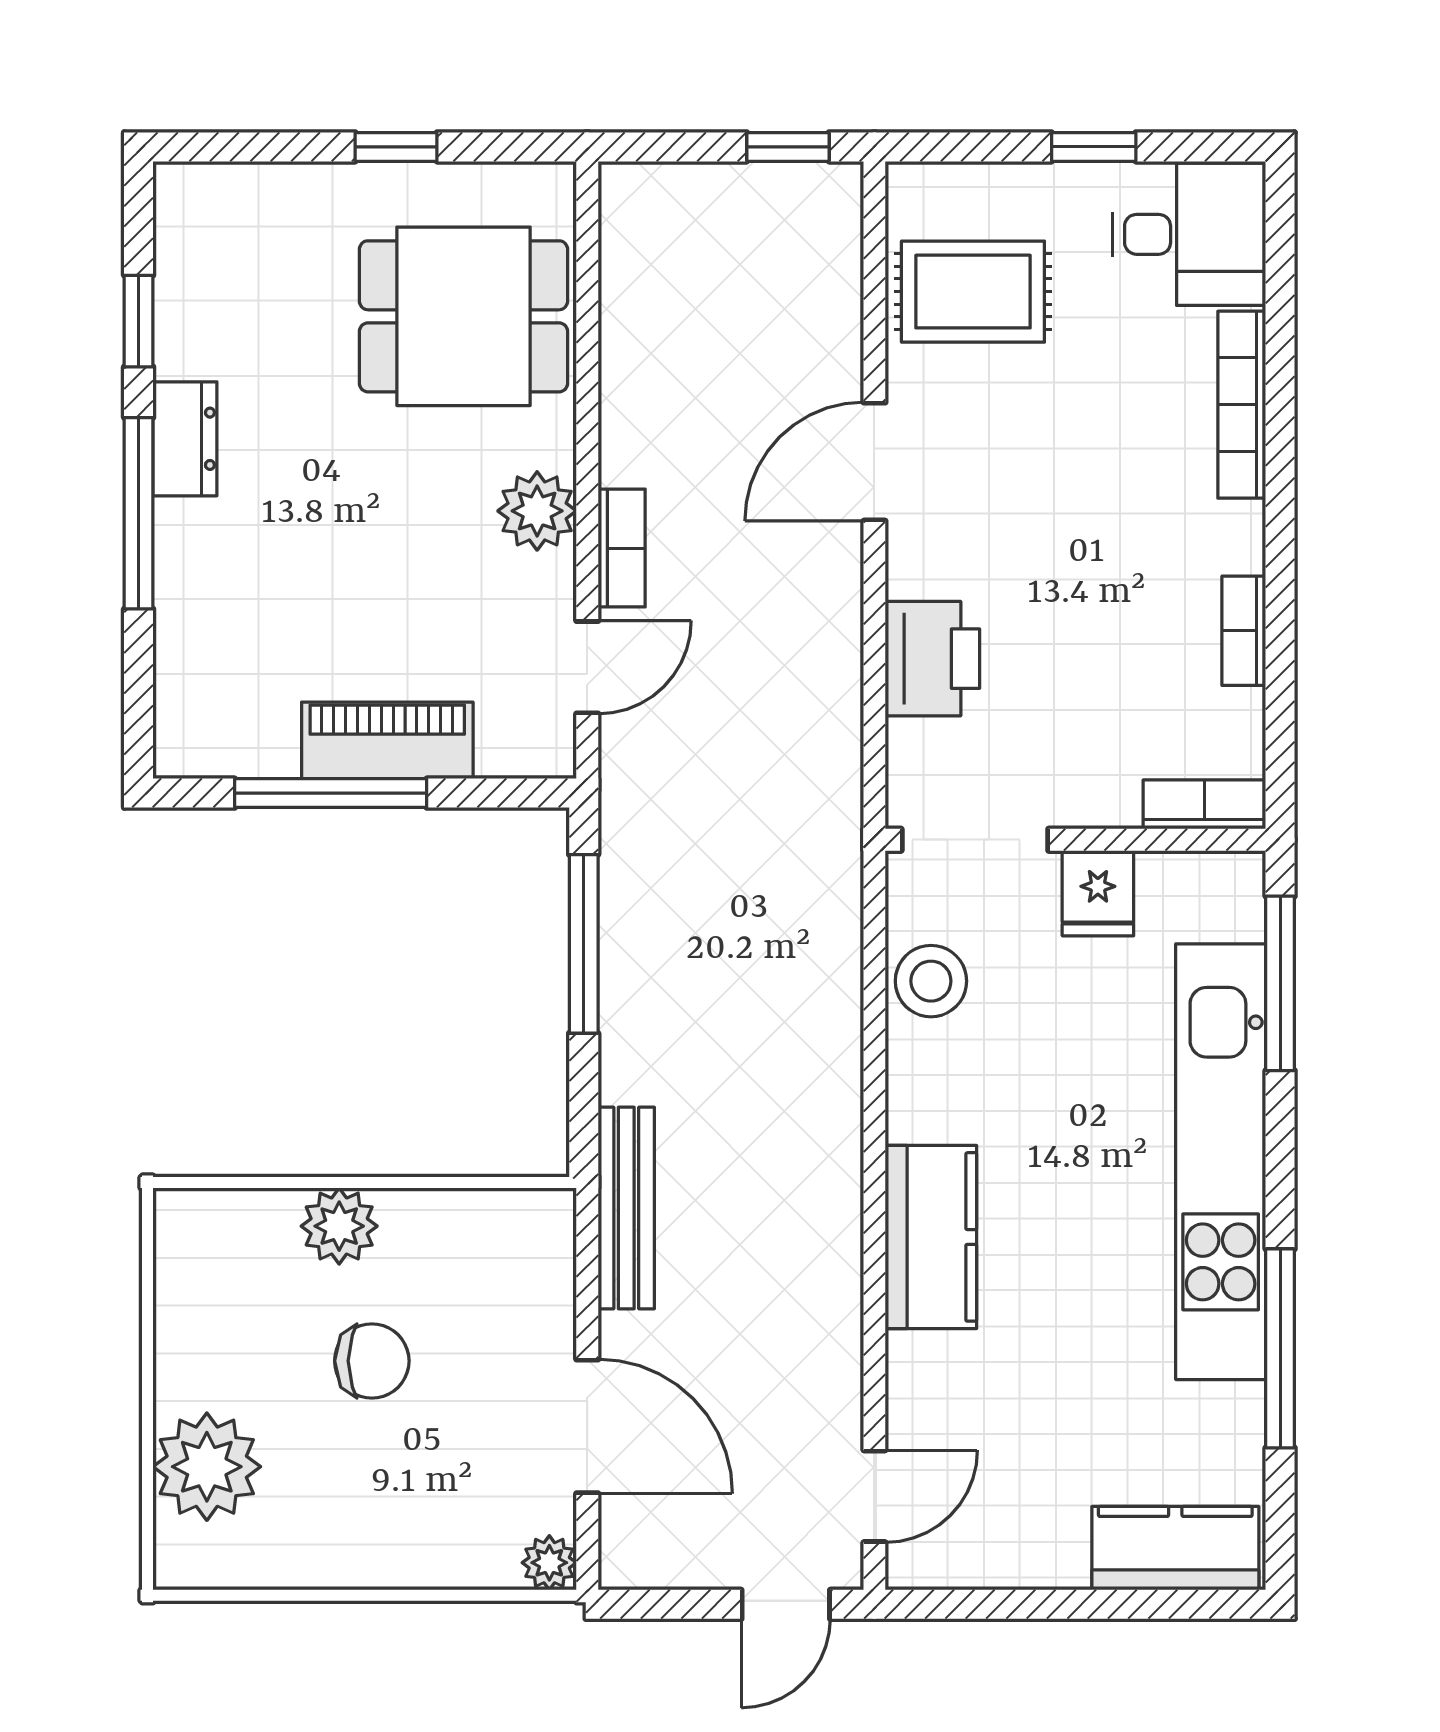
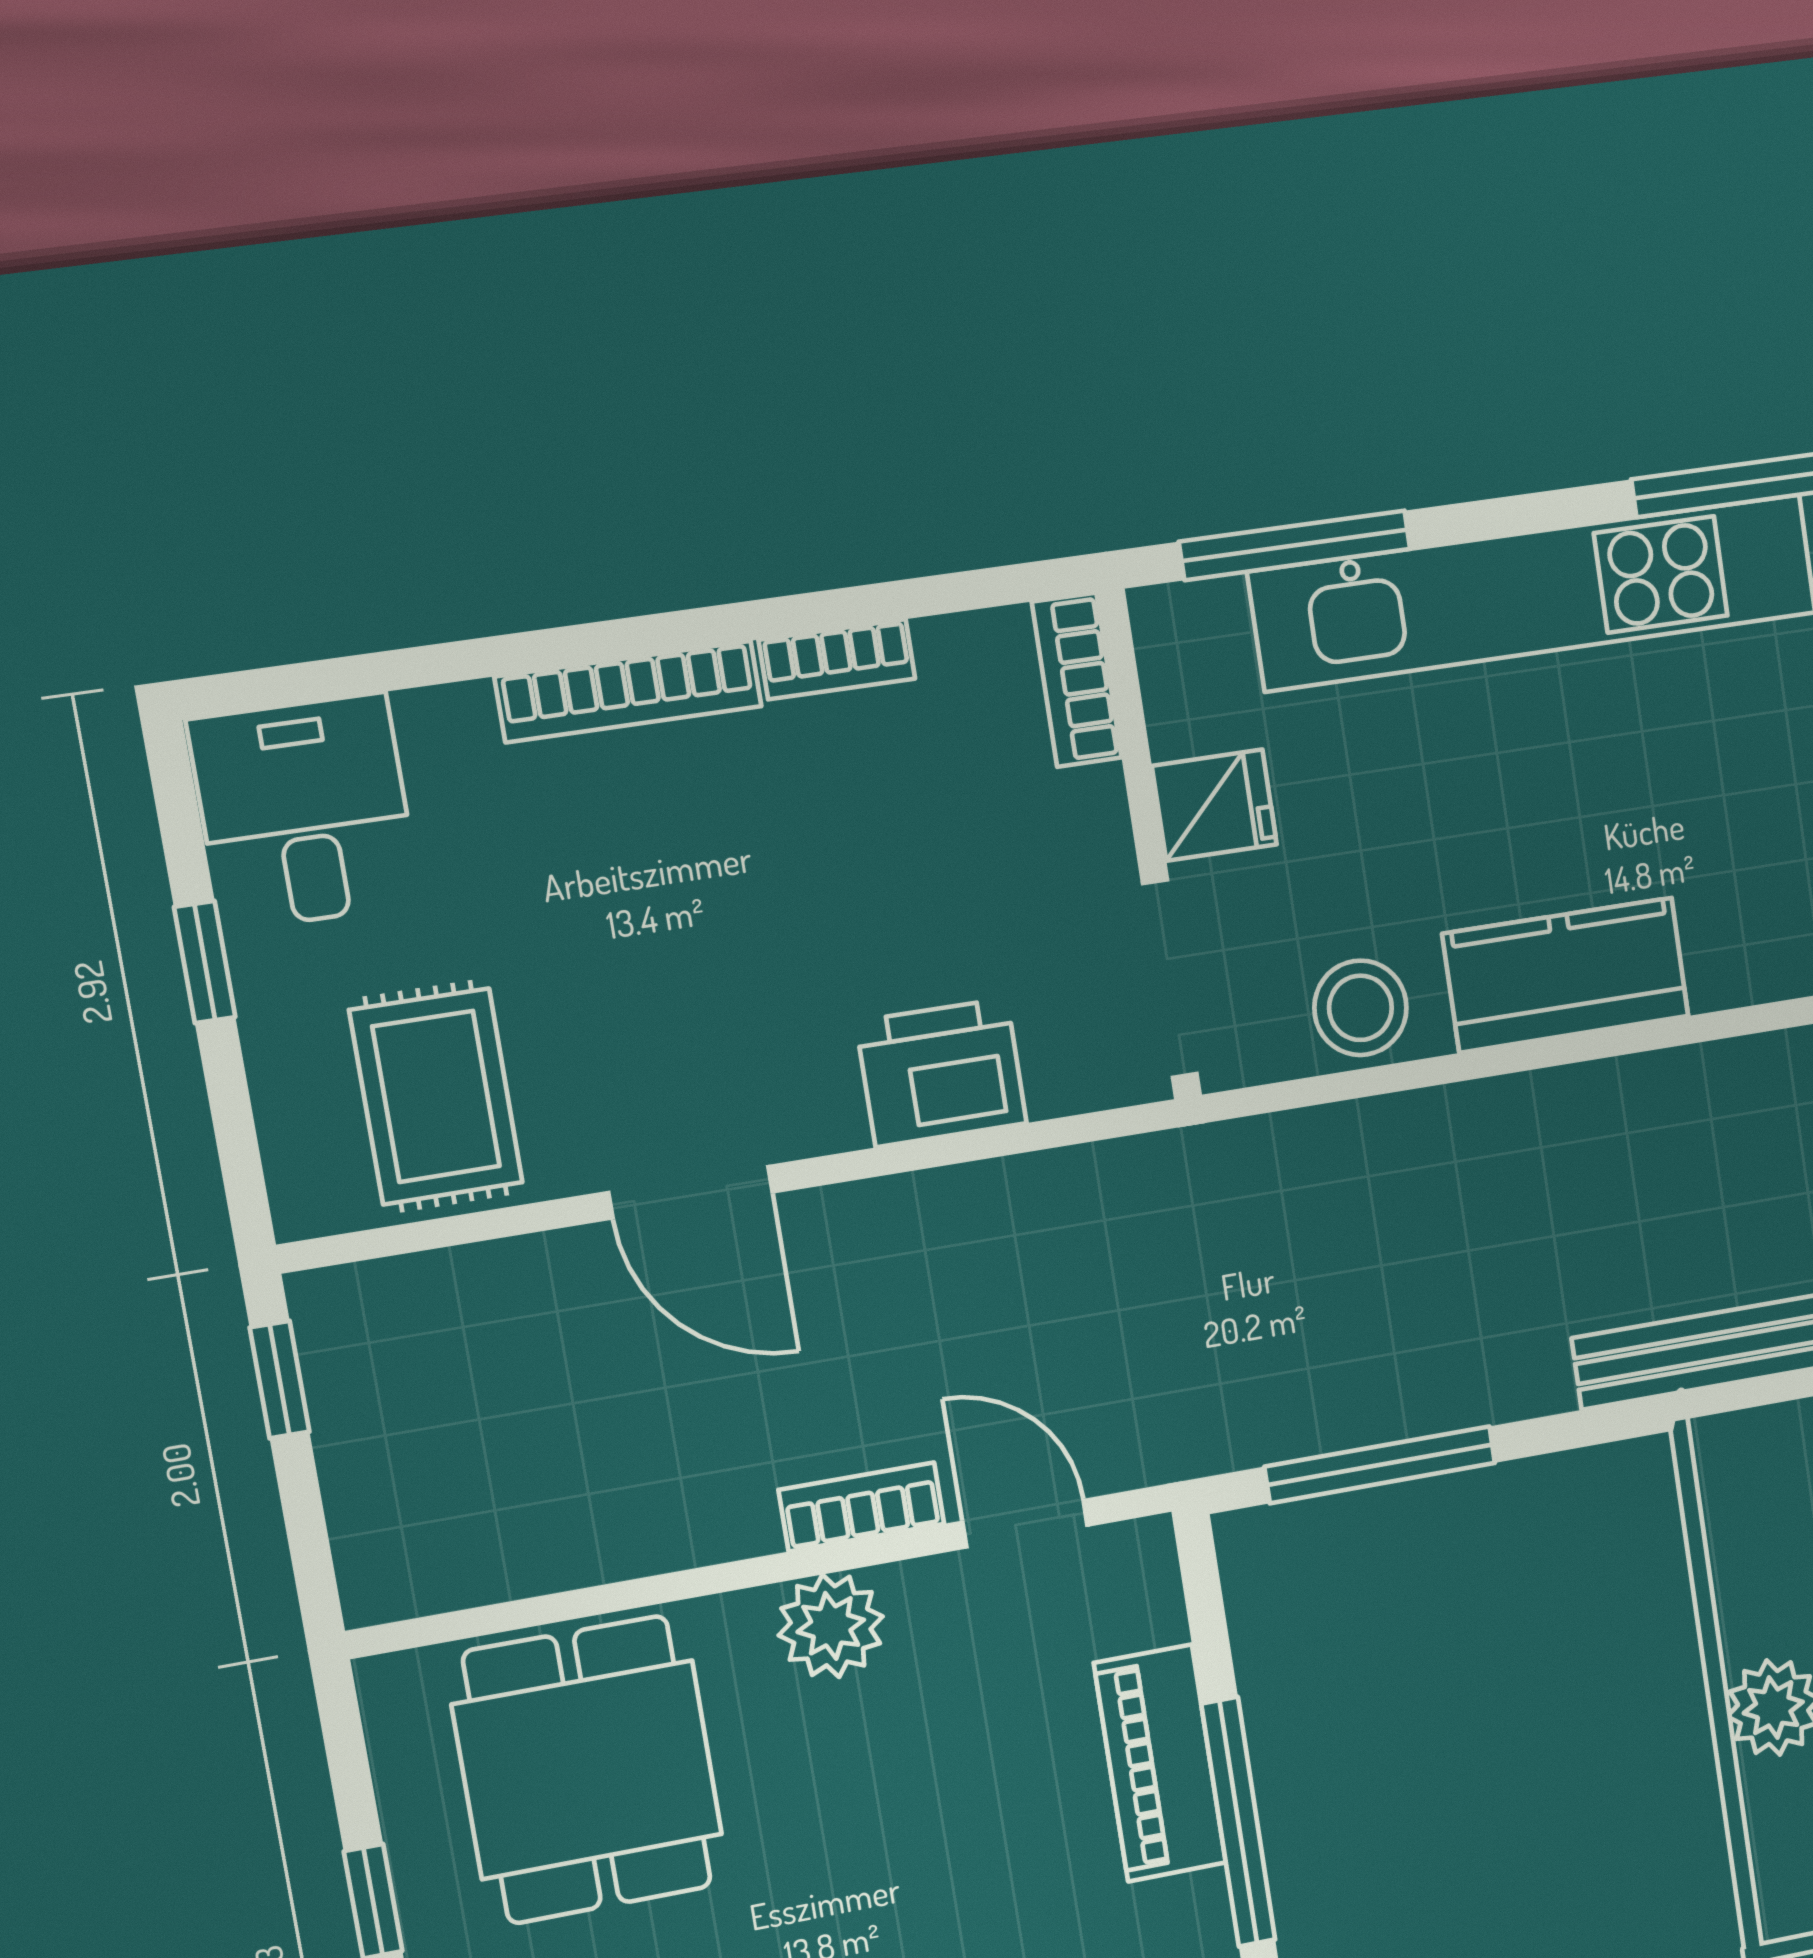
bookcase: (1242, 405) -> (629, 691), moved
kitchen counter: (931, 1237) -> (1566, 975), moved

